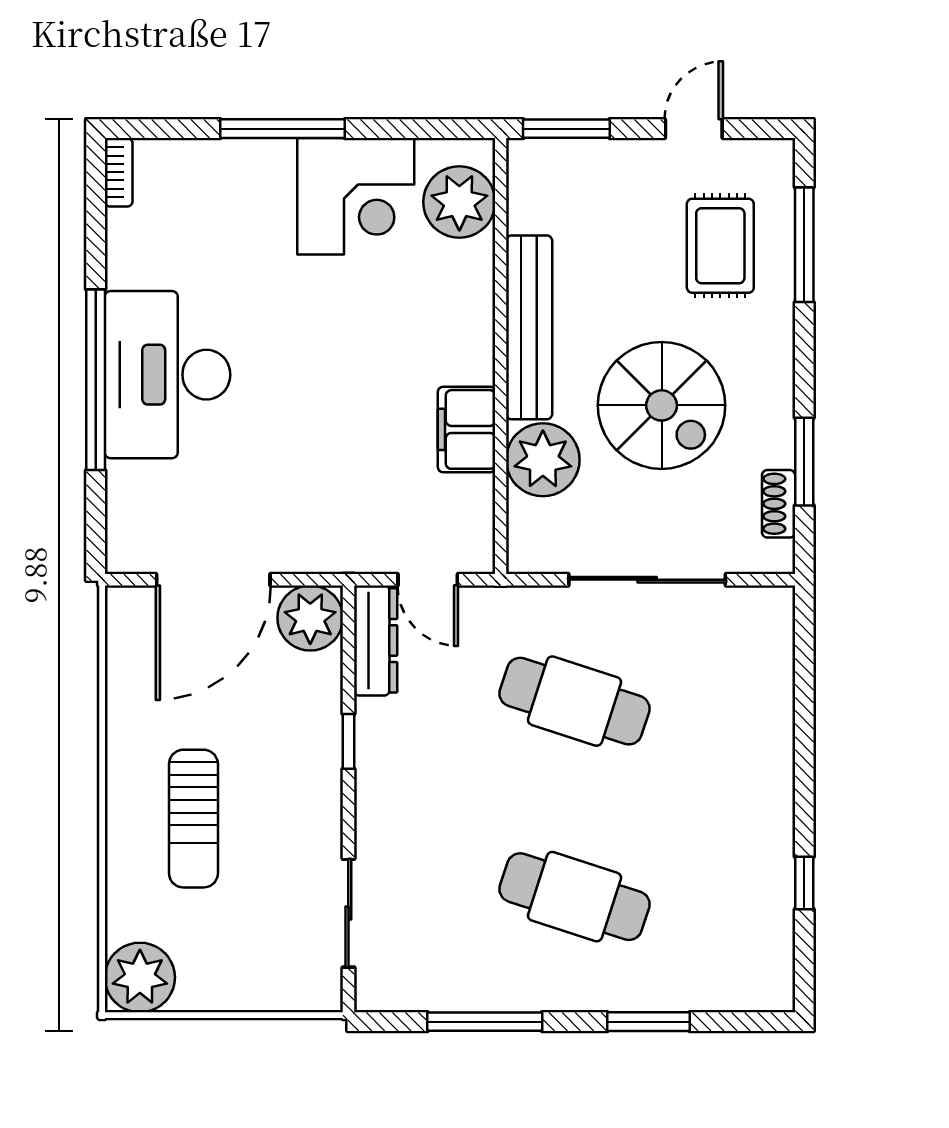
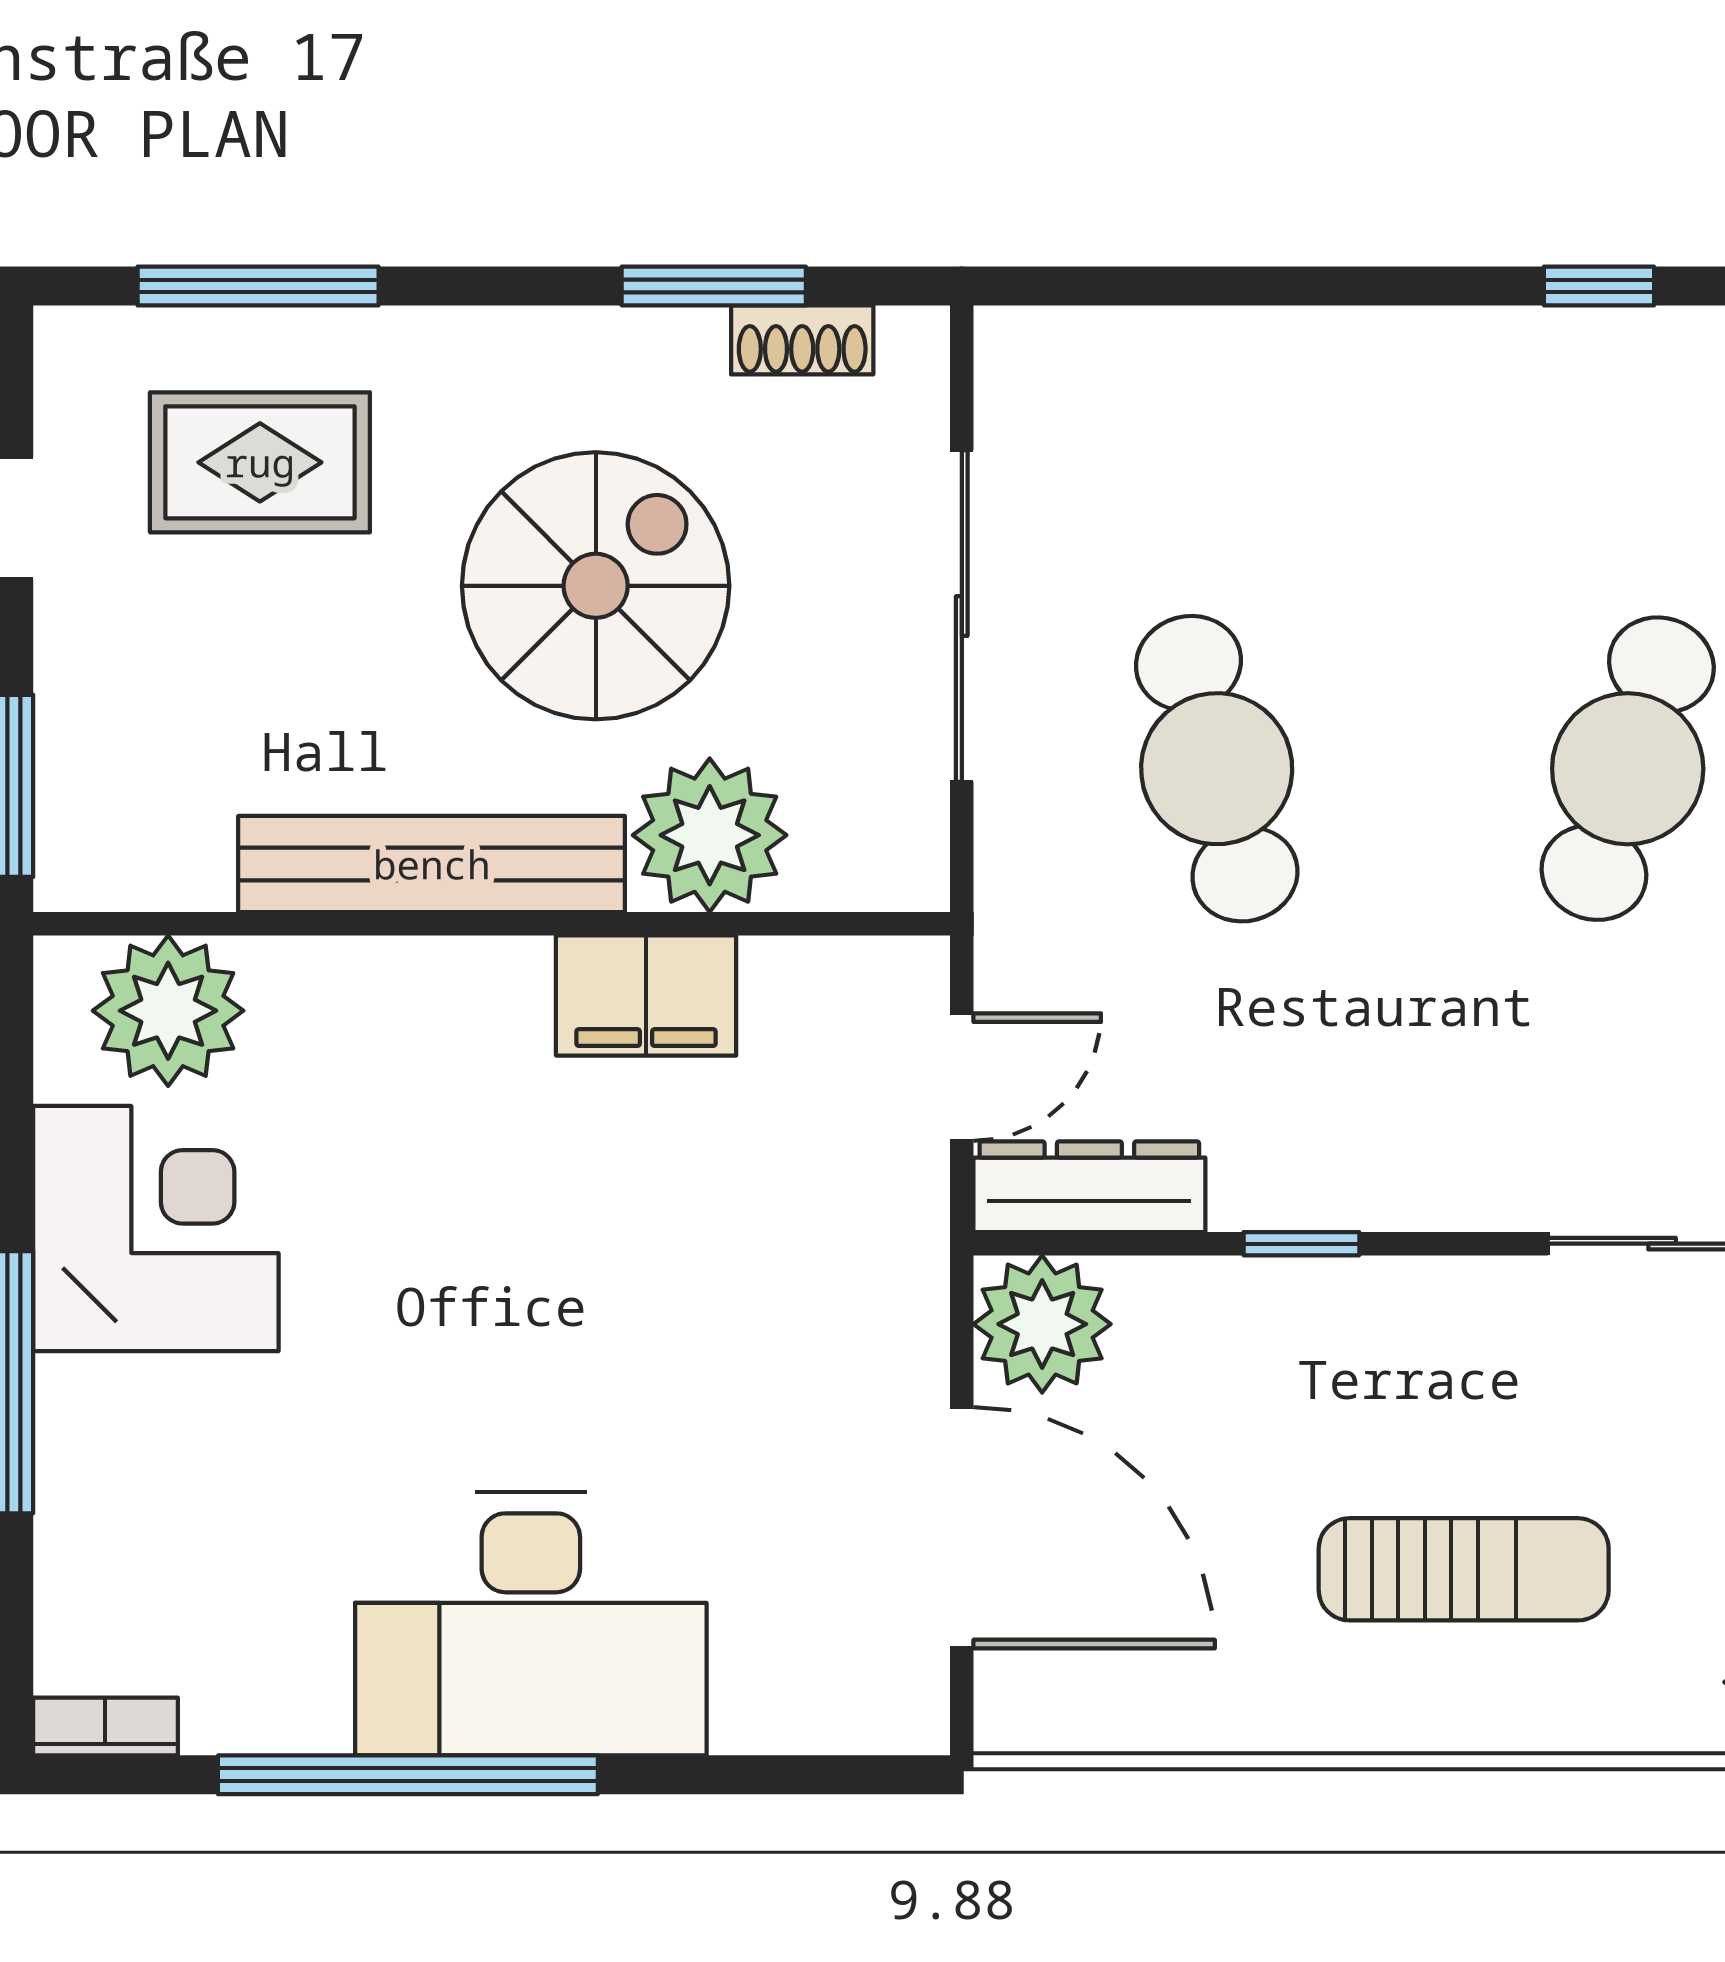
window: (96, 380) -> (408, 1775), moved
cafe table: (575, 701) -> (1217, 769), turned -33

